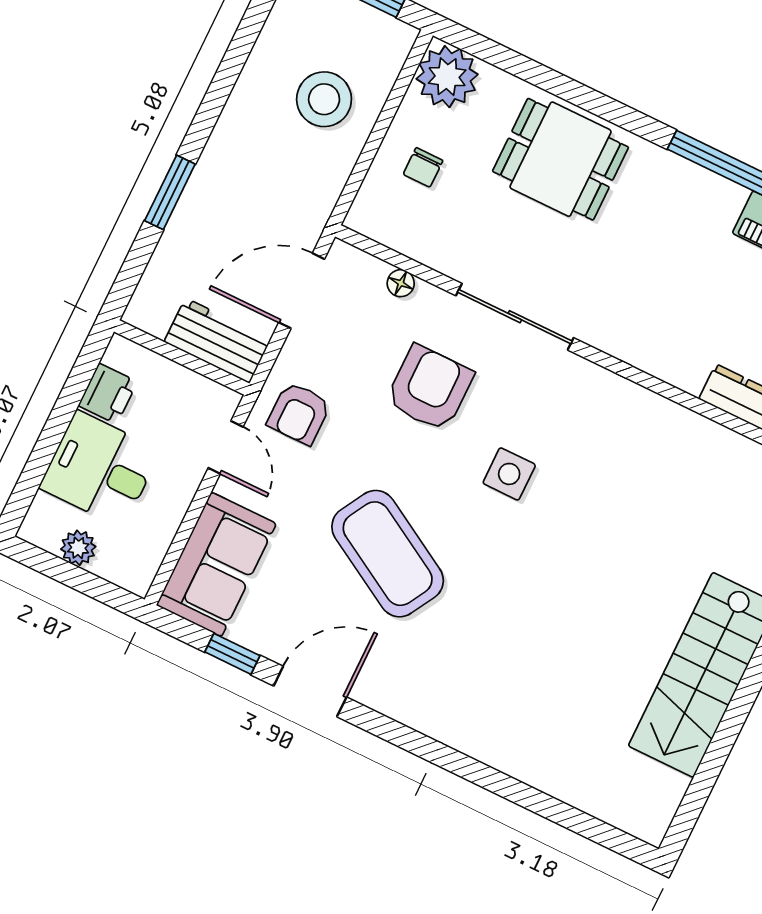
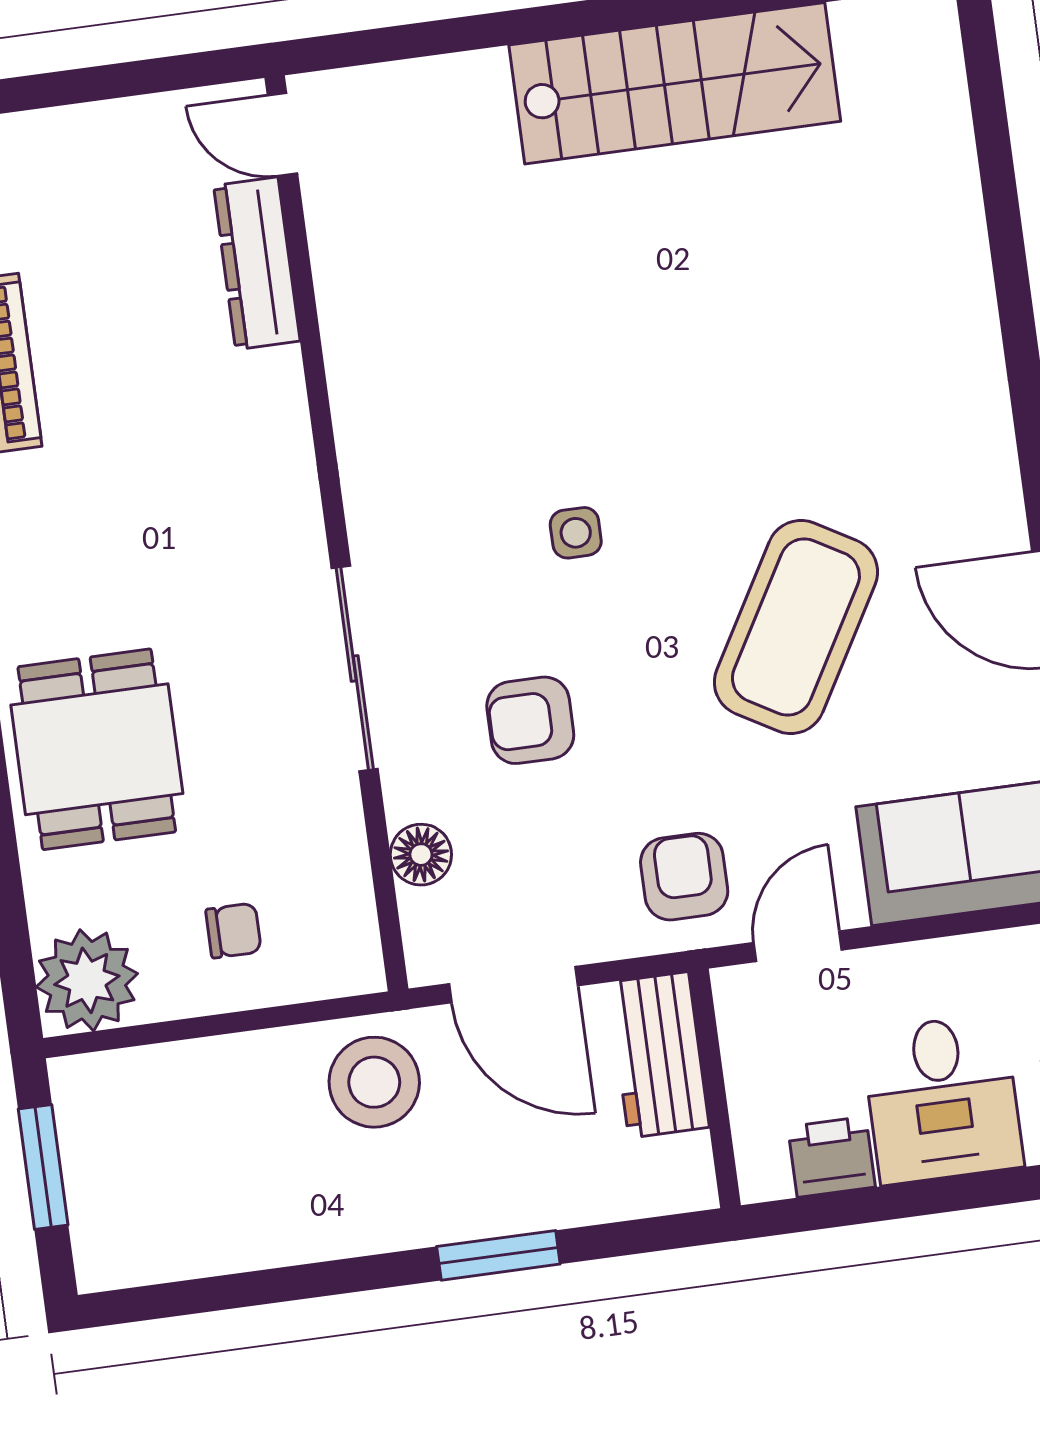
stool: (324, 99) -> (374, 1082), moved
floor lamp: (401, 283) -> (421, 855), width x1.37, depth x1.37
armchair: (430, 388) -> (530, 720), width x0.72, depth x0.72
armchair: (299, 413) -> (684, 877), turned -90
side table: (509, 474) -> (576, 533), width x0.73, depth x0.73

